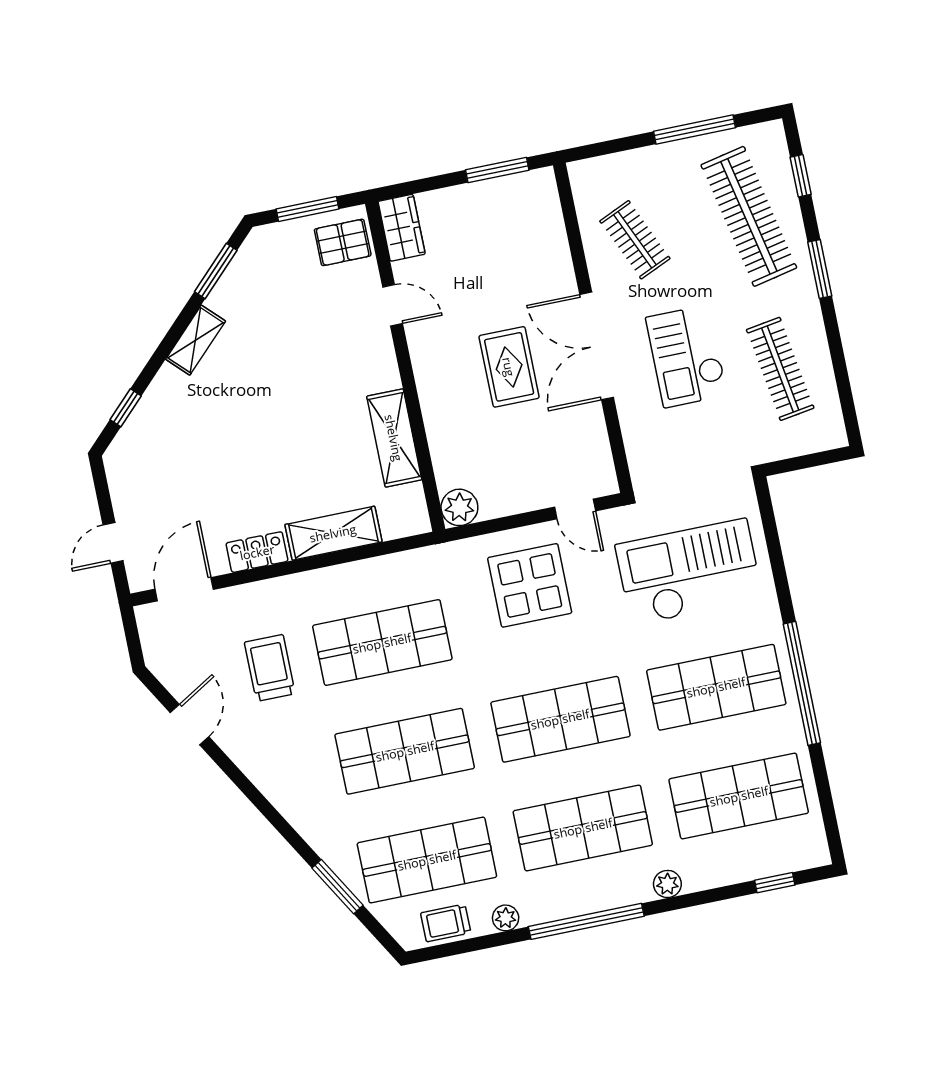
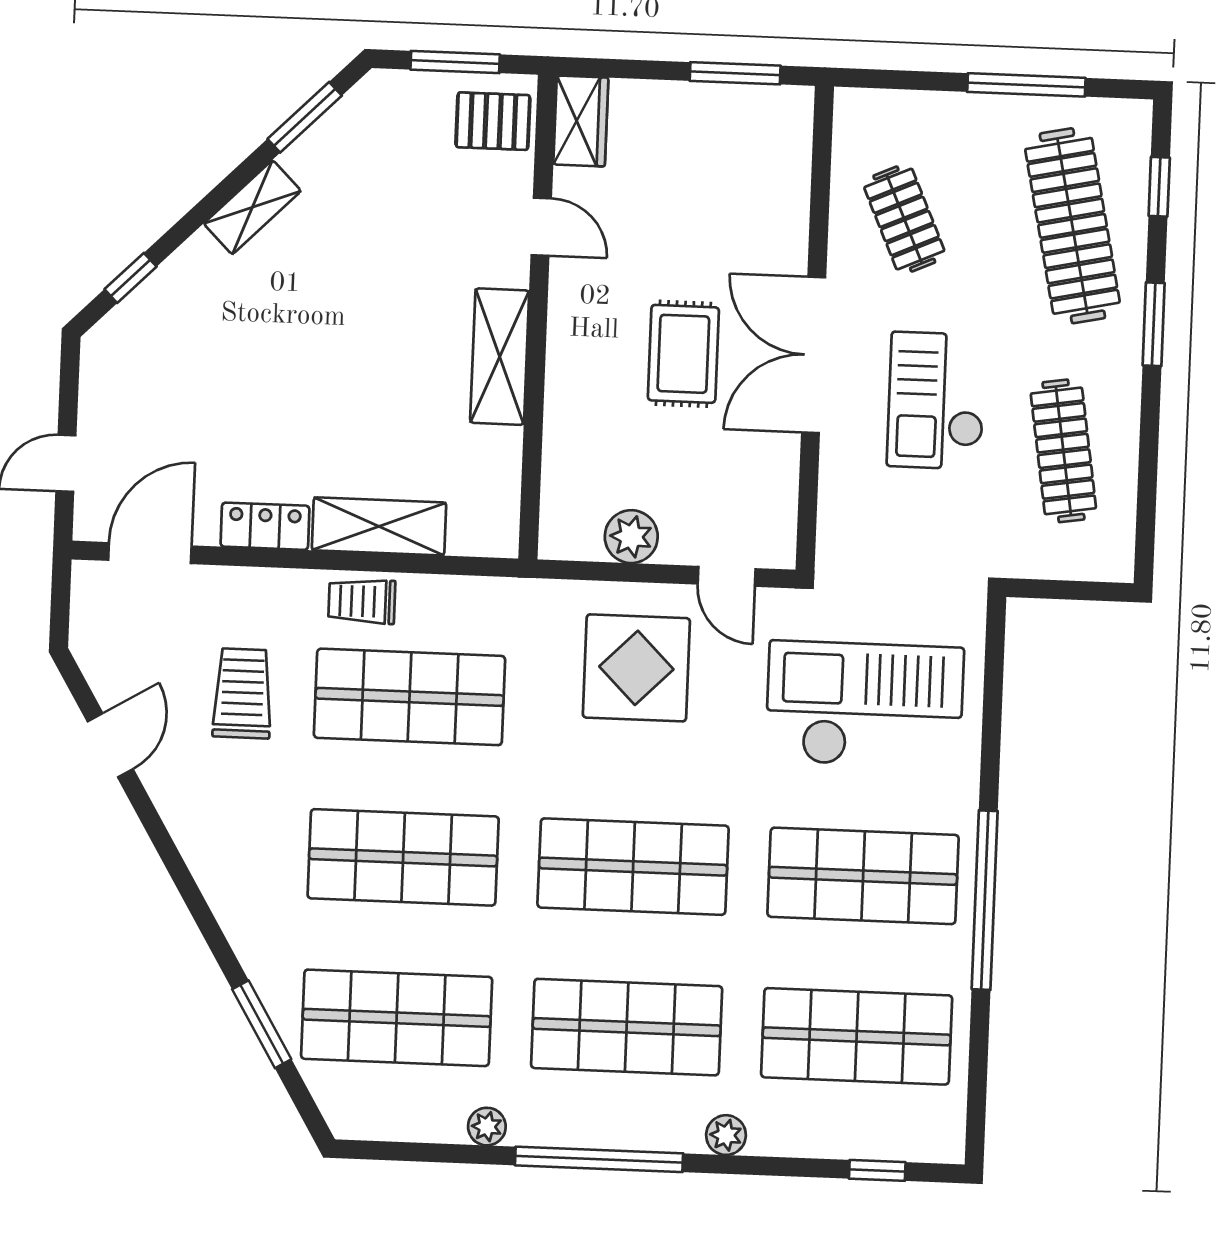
shelving: (394, 438) -> (500, 357), moved
plant: (459, 507) -> (631, 537), moved
trolley: (446, 923) -> (362, 601), moved

